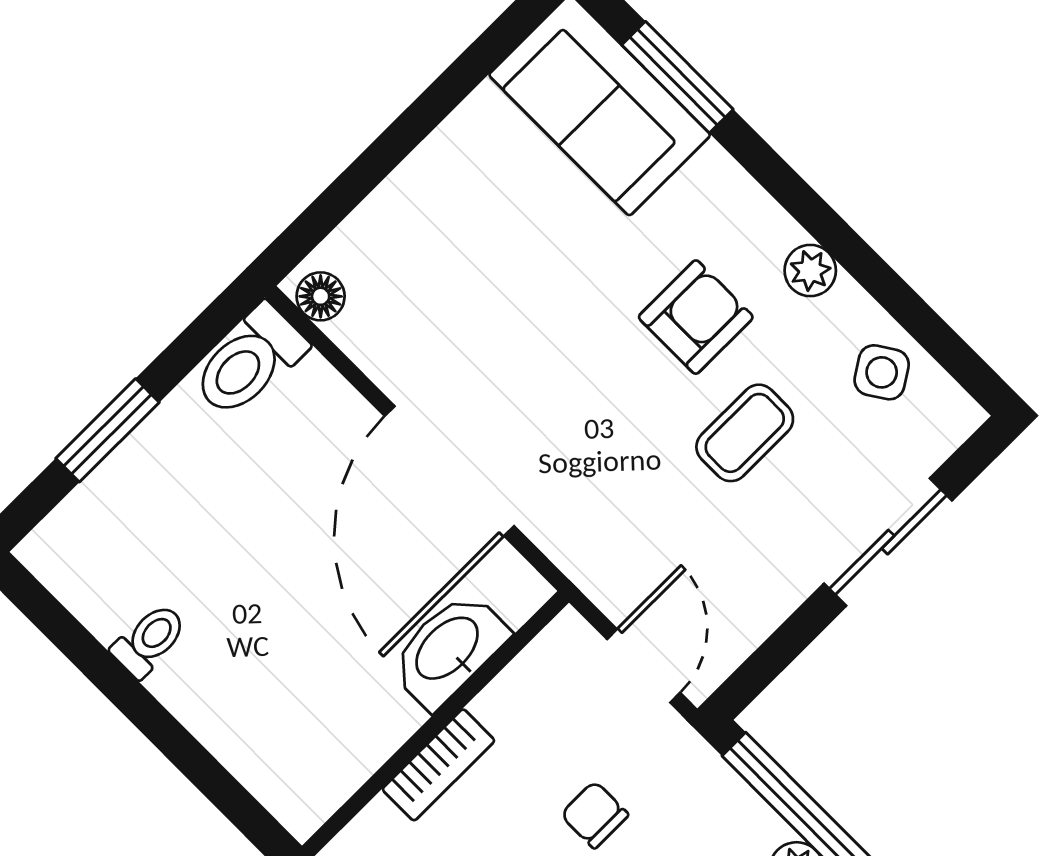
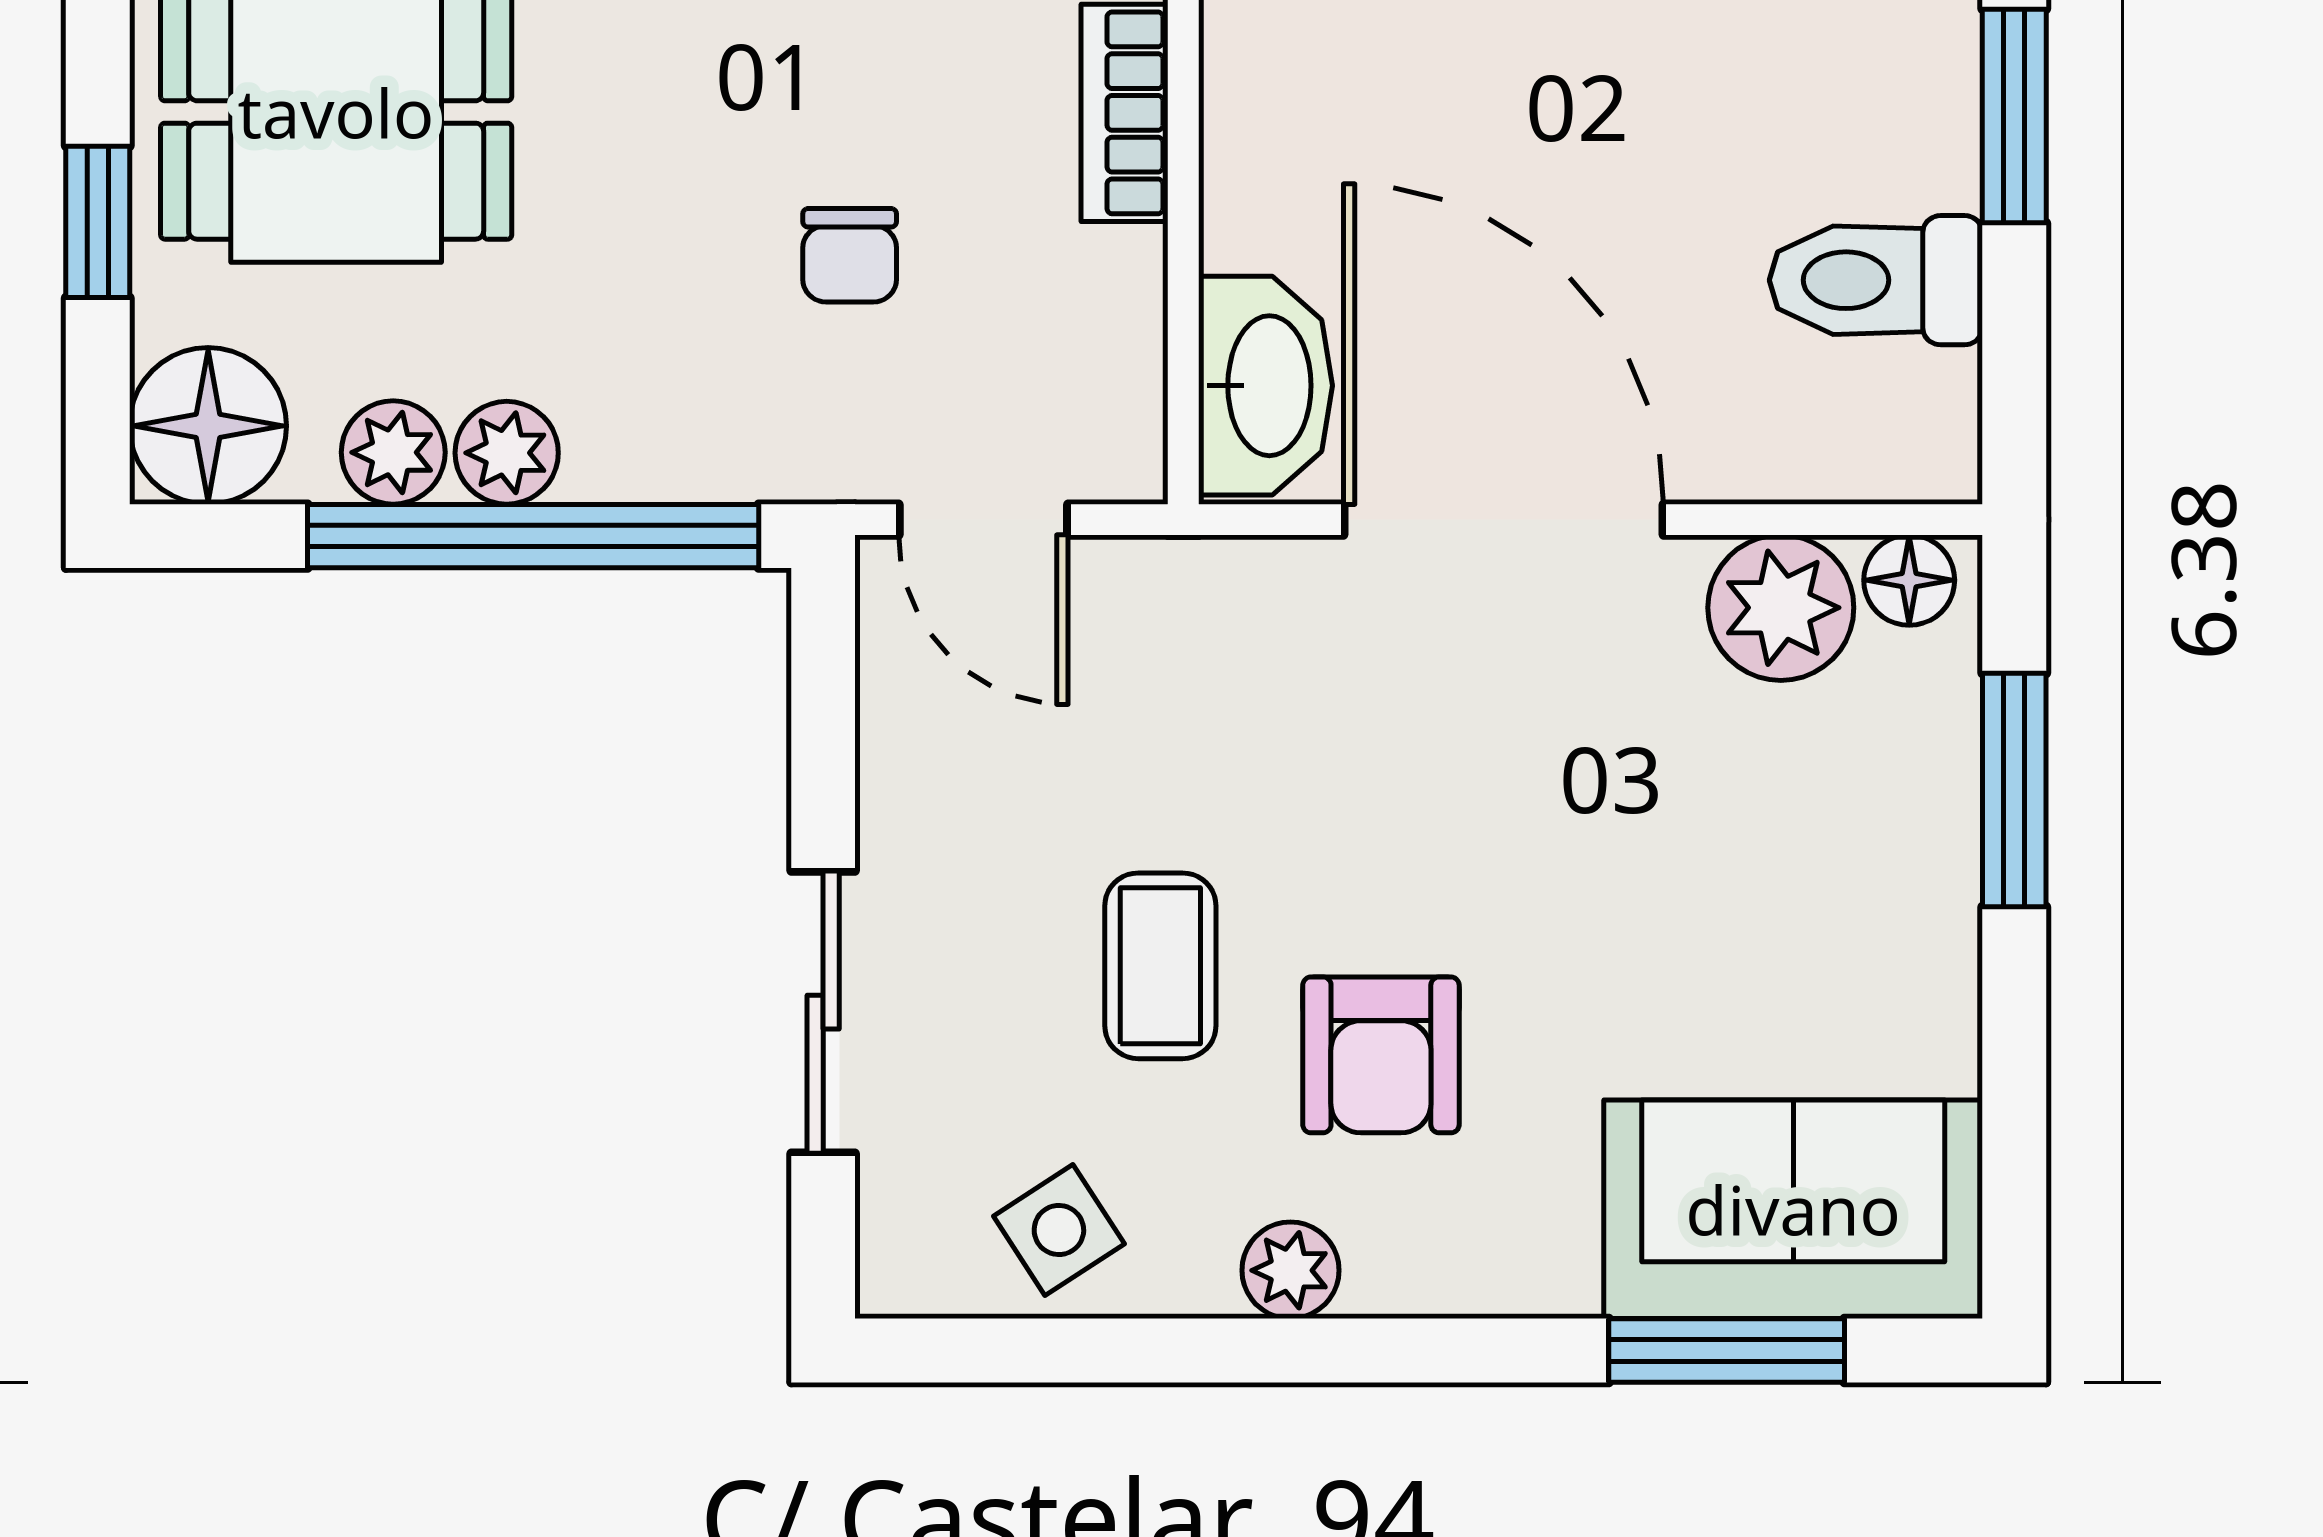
window: (360, 179) -> (2014, 790), added
plant: (379, 334) -> (1781, 608), added
toilet: (249, 361) -> (1876, 280), moved, turned -90
washbasin: (449, 650) -> (1265, 386), moved
chair: (594, 815) -> (850, 255), turned 90

